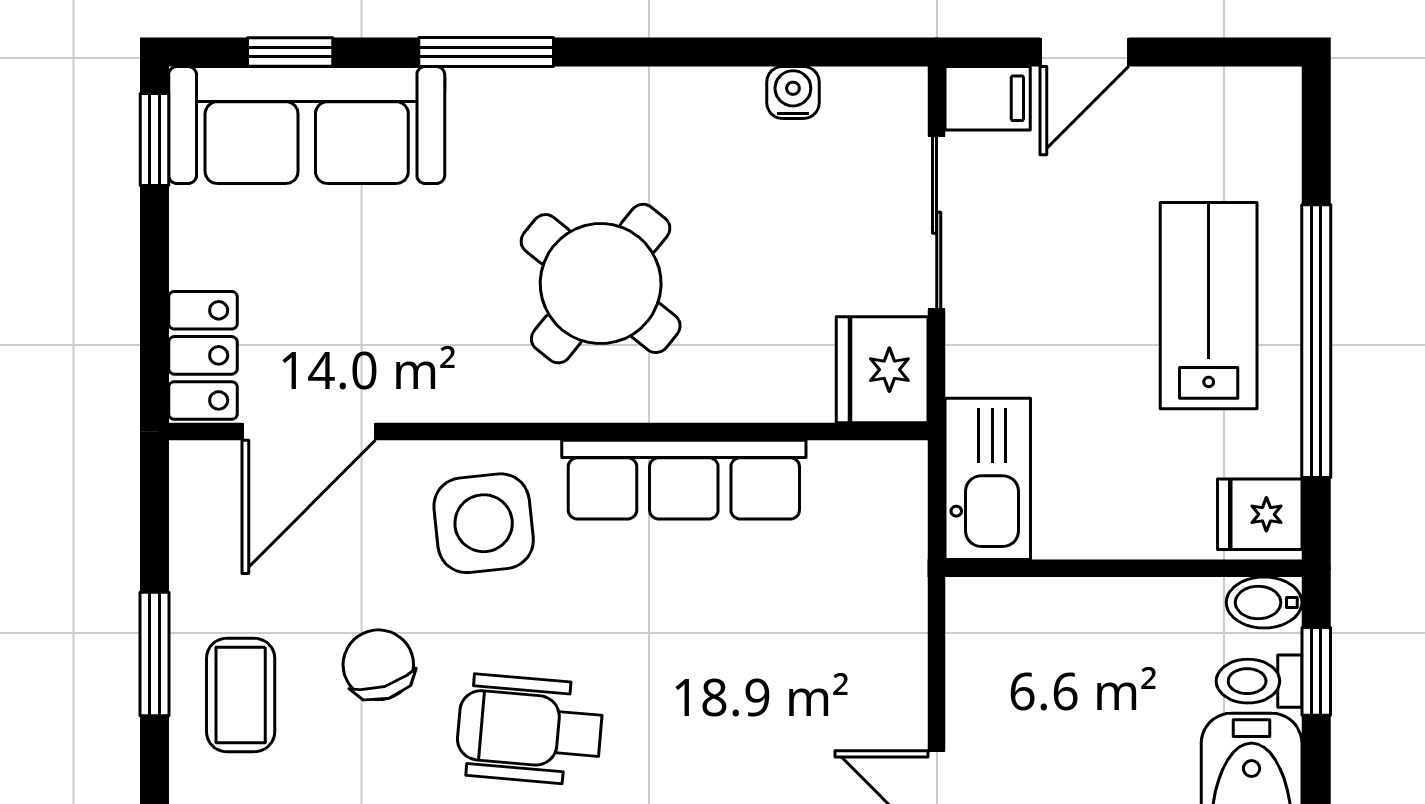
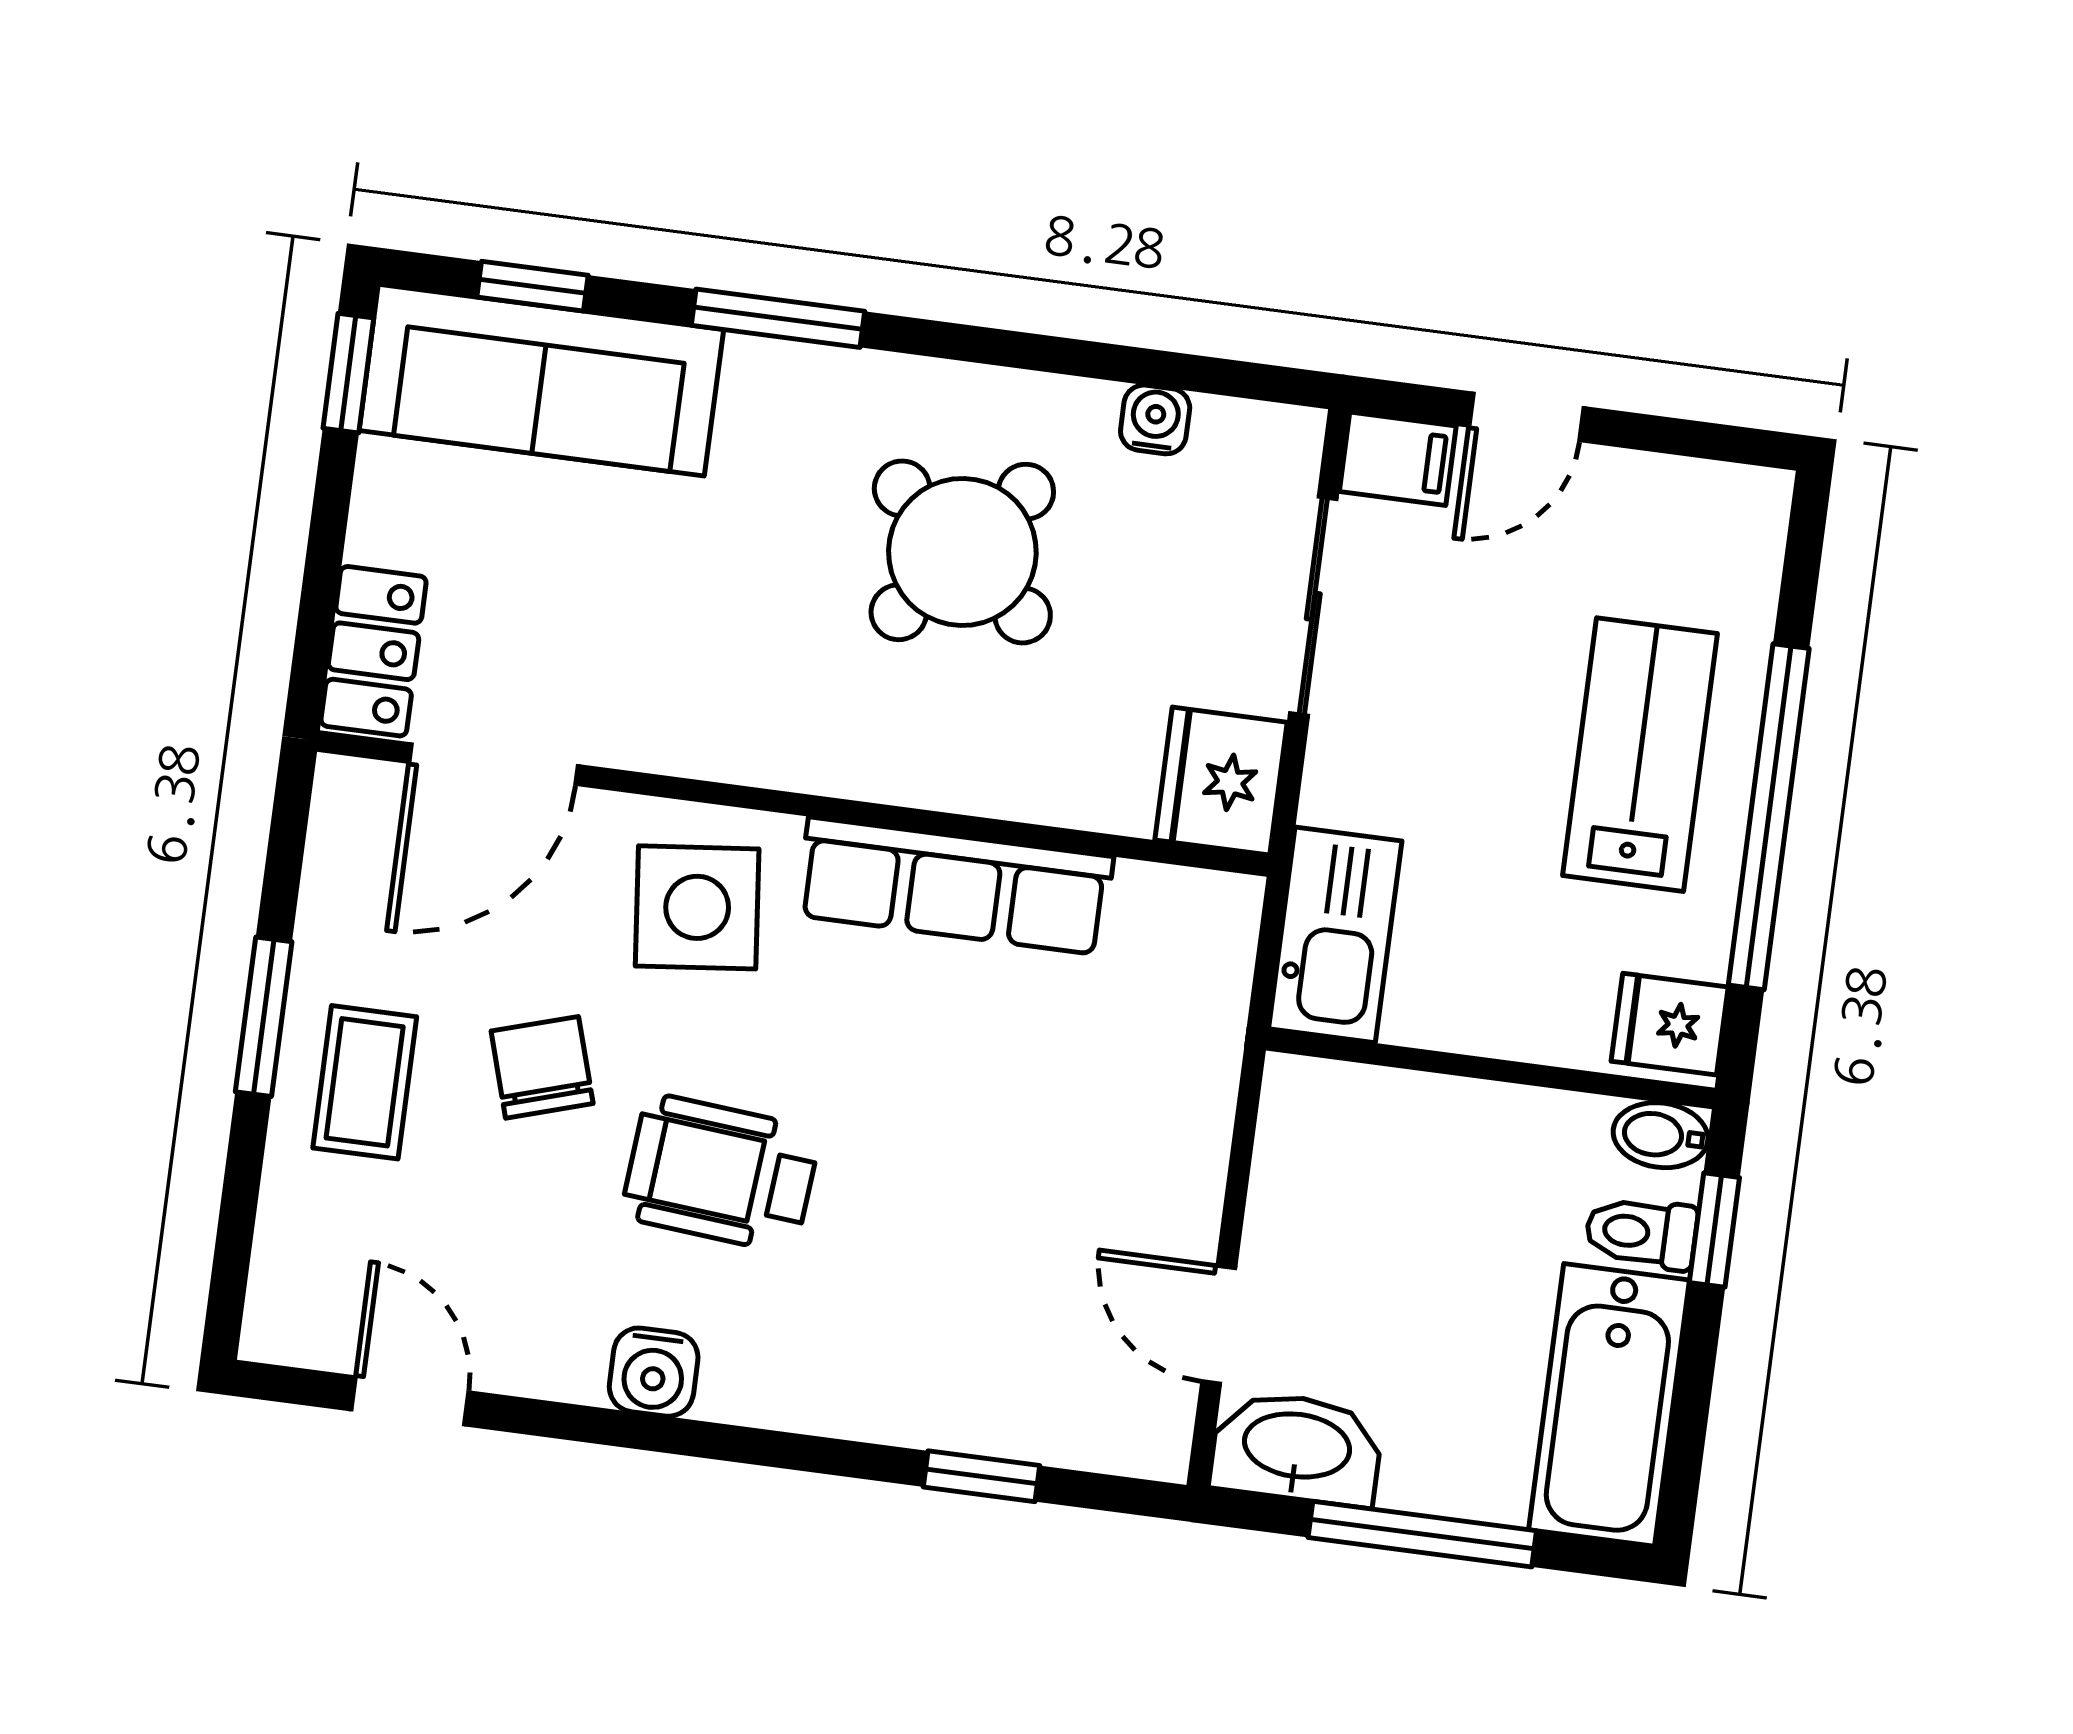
round table: (601, 284) -> (962, 552), moved

